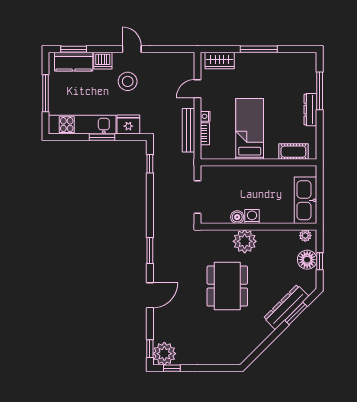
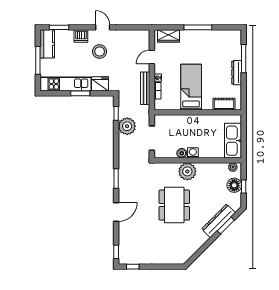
kitchen counter: (74, 62) -> (47, 44), moved, turned -90
plant: (164, 354) -> (127, 126), moved

